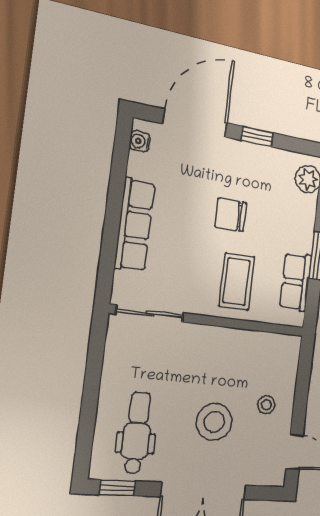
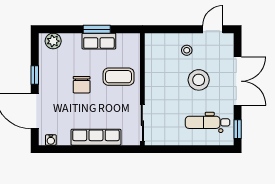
row of seats: (296, 282) -> (99, 41), moved

